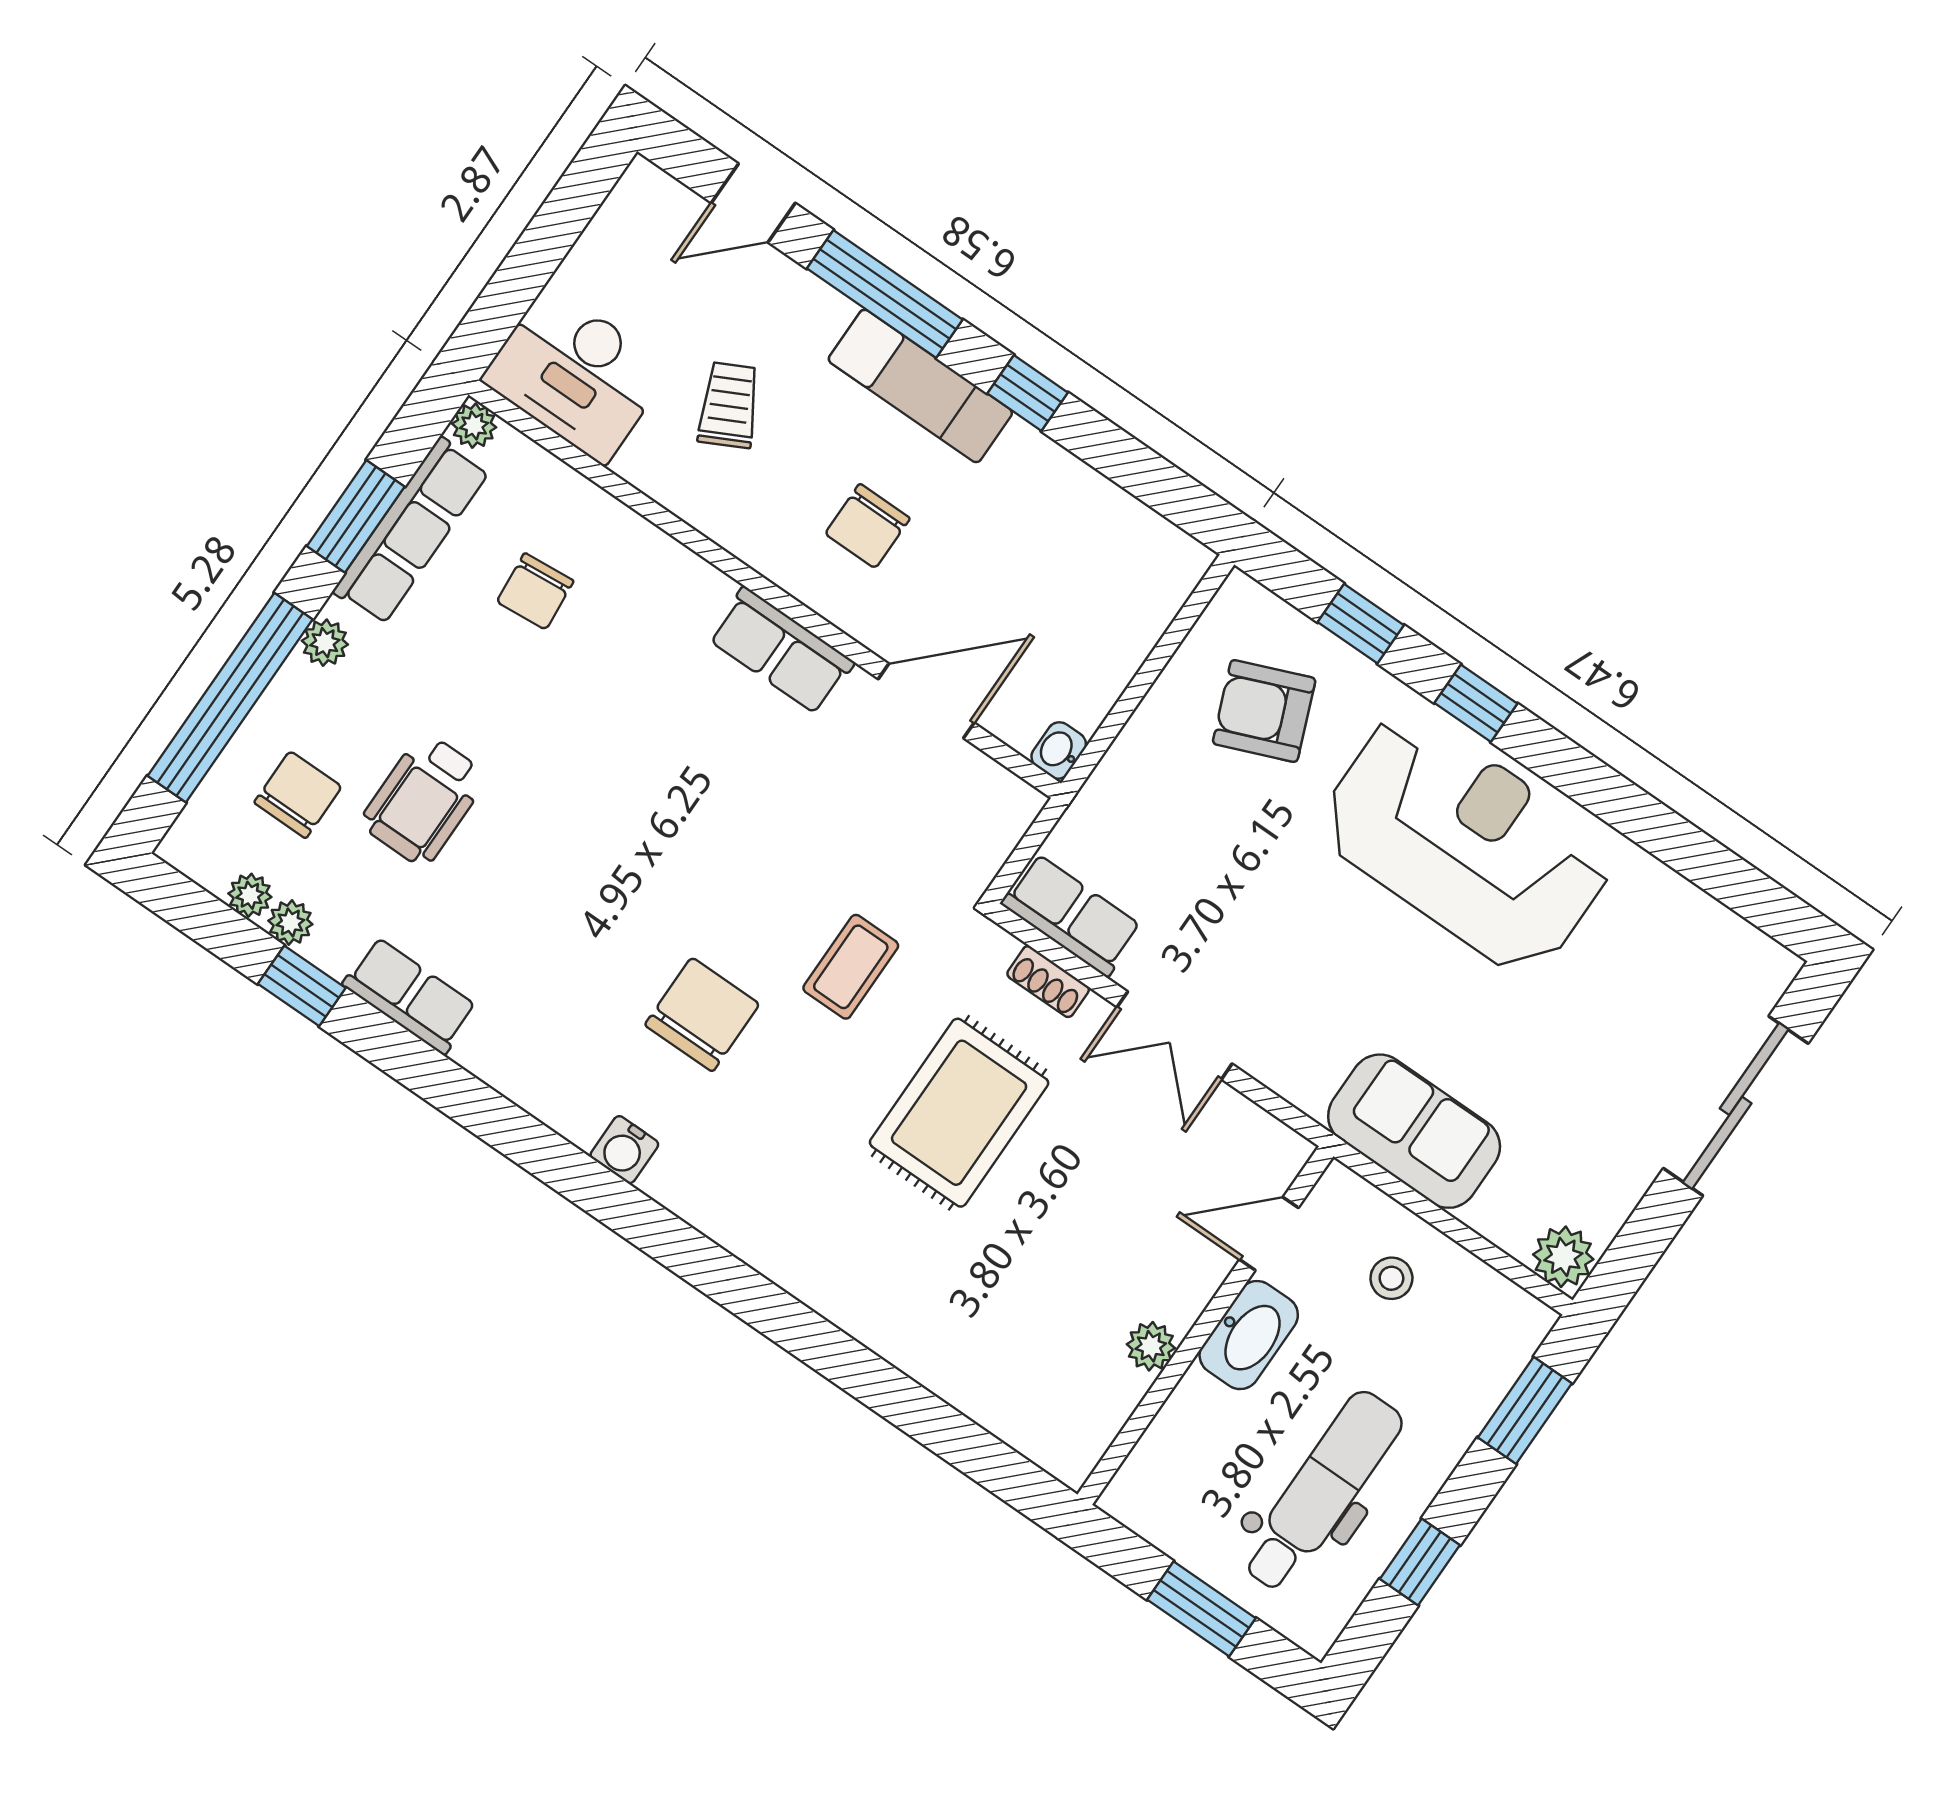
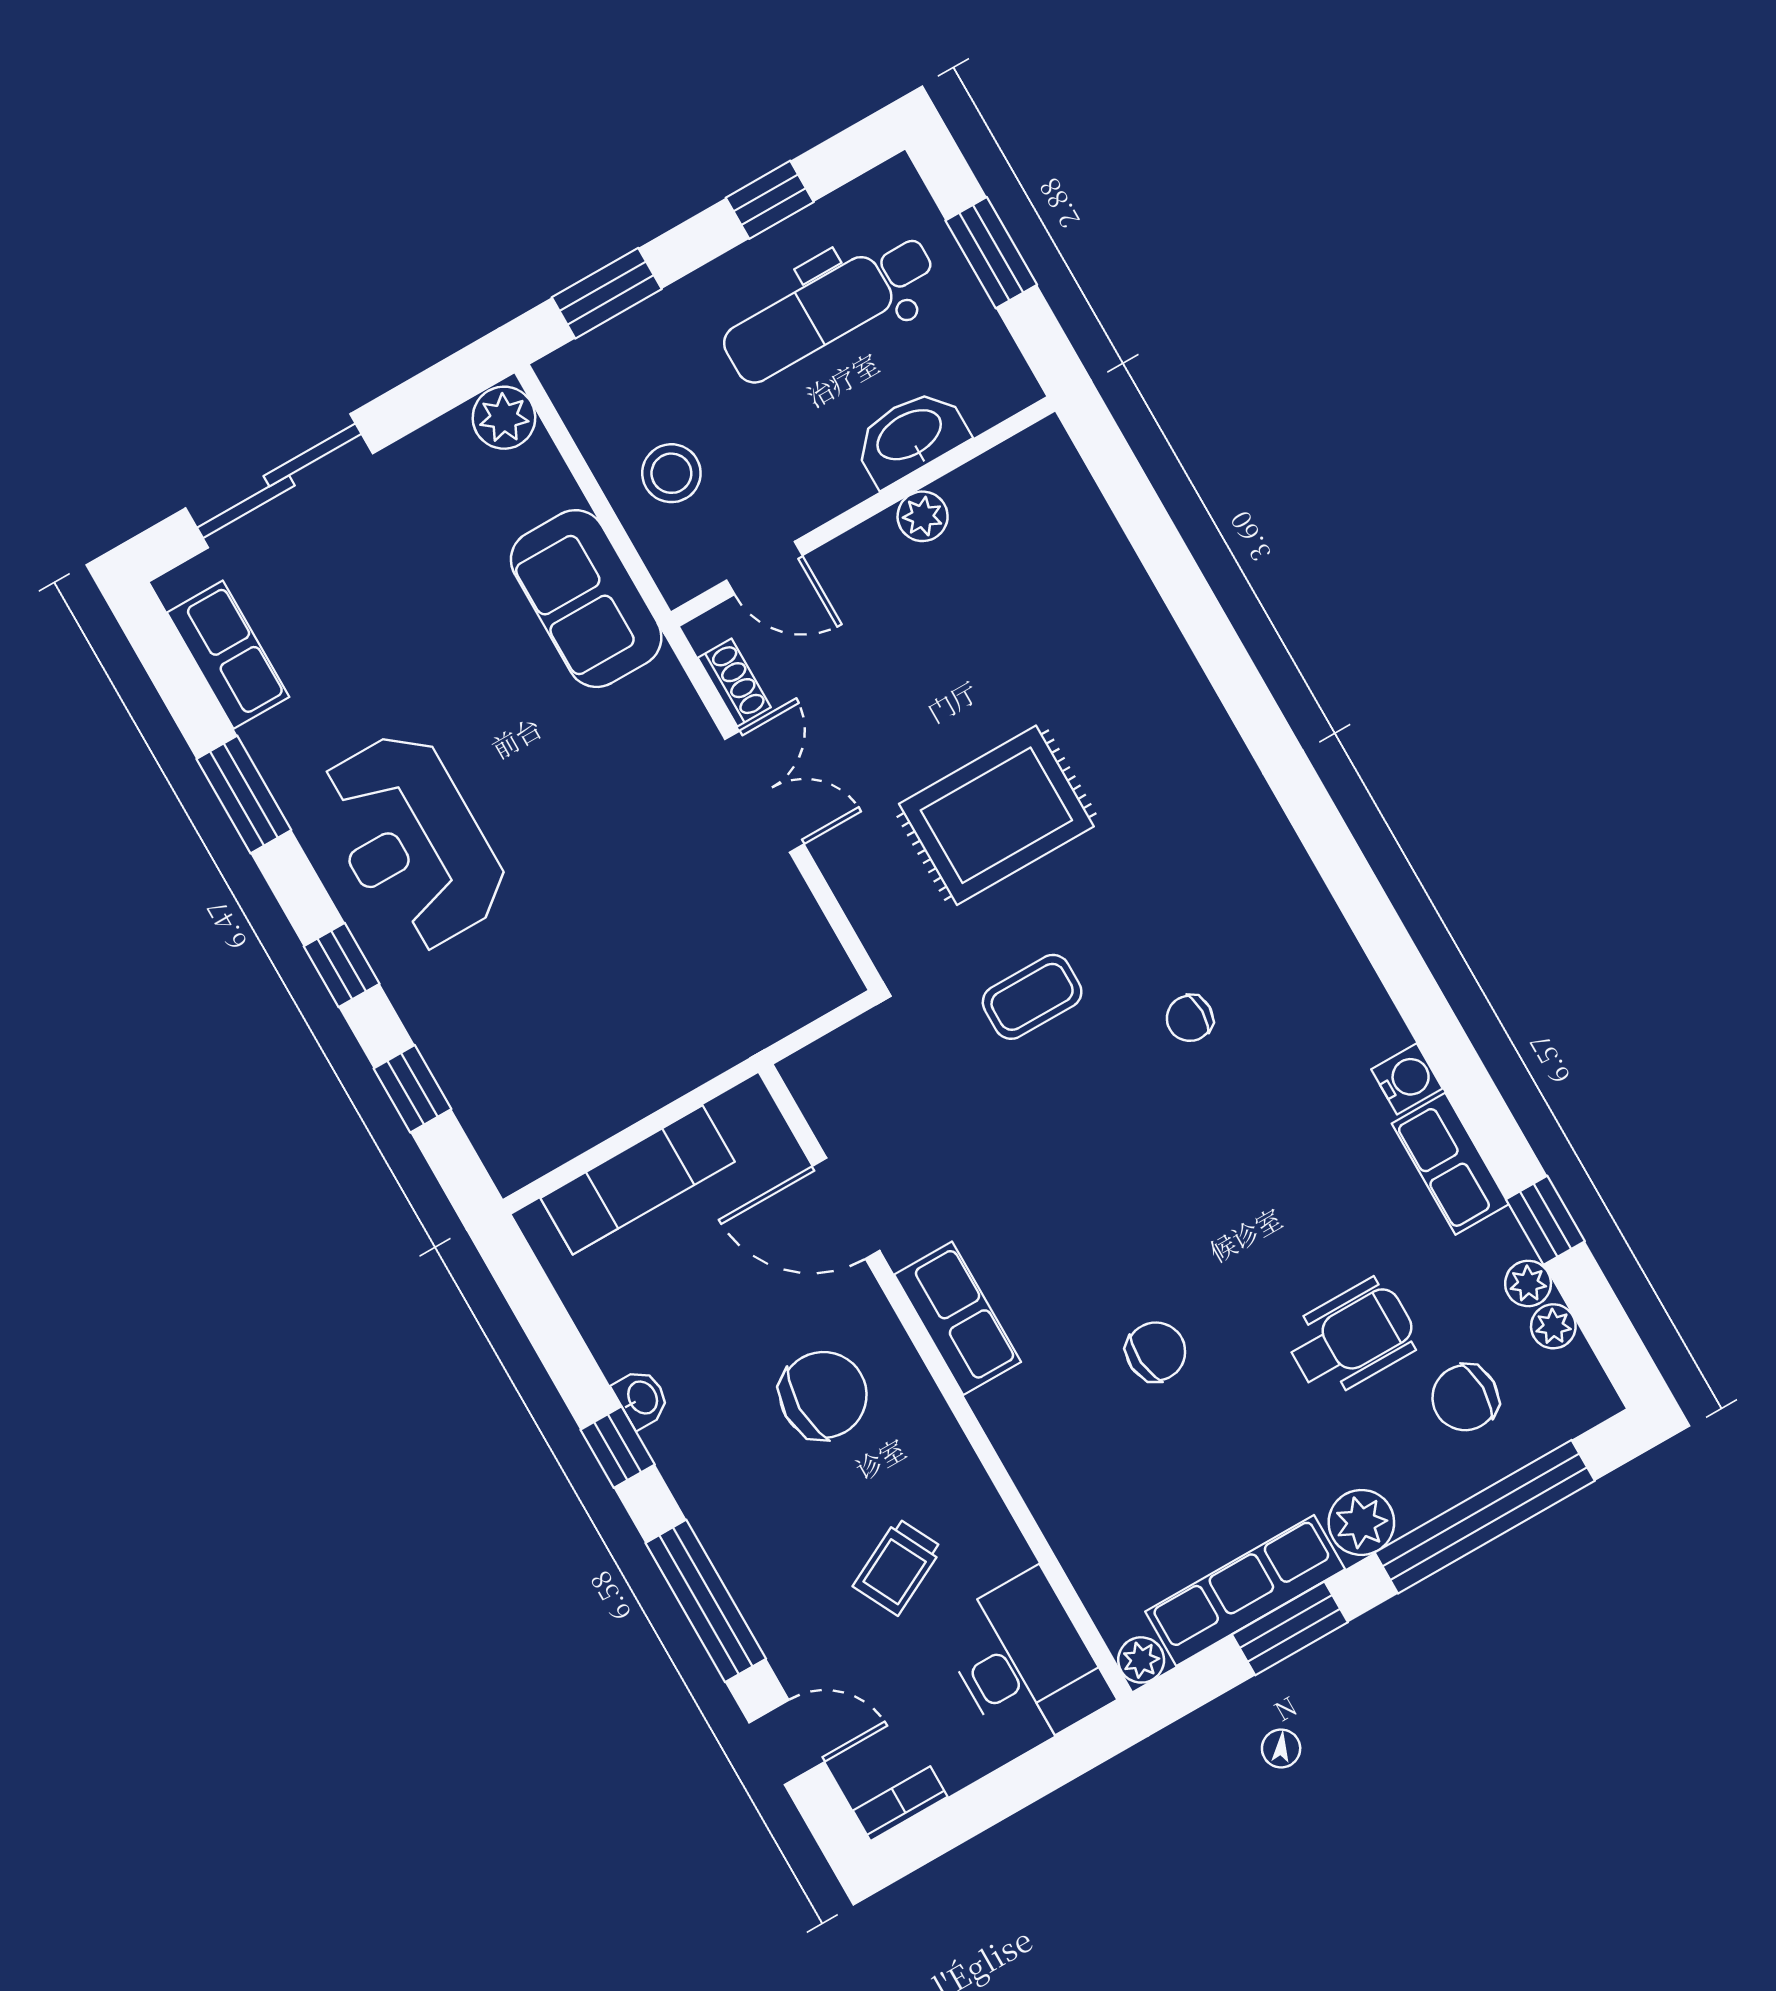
bookcase: (627, 197) -> (900, 1804), added
exam couch: (920, 386) -> (638, 1180), moved, turned 90
chair: (867, 526) -> (823, 1395), width x1.37, depth x1.37
chair: (535, 591) -> (1156, 1352), moved
plant: (325, 643) -> (1361, 1522), width x1.38, depth x1.38
armchair: (1264, 711) -> (540, 1051), removed
washbasin: (1059, 750) -> (642, 1398), moved, turned -90
window: (1634, 813) -> (244, 795), added
reception desk: (1466, 842) -> (412, 841), width x0.74, depth x0.77
row of seats: (1071, 915) -> (228, 655), moved, turned 180
shoe rack: (1048, 982) -> (734, 682), moved
chair: (702, 1014) -> (1190, 1018), width x0.54, depth x0.54
water cooler: (624, 1150) -> (1407, 1079), moved
stool: (1391, 1278) -> (671, 473), width x1.37, depth x1.37
washbasin: (1249, 1335) -> (910, 436), moved

